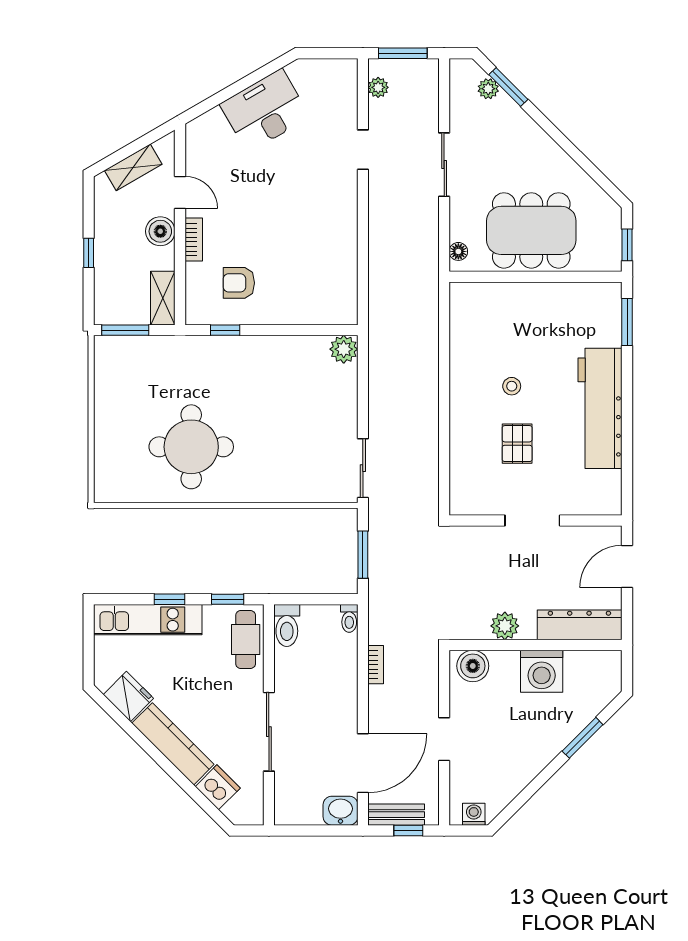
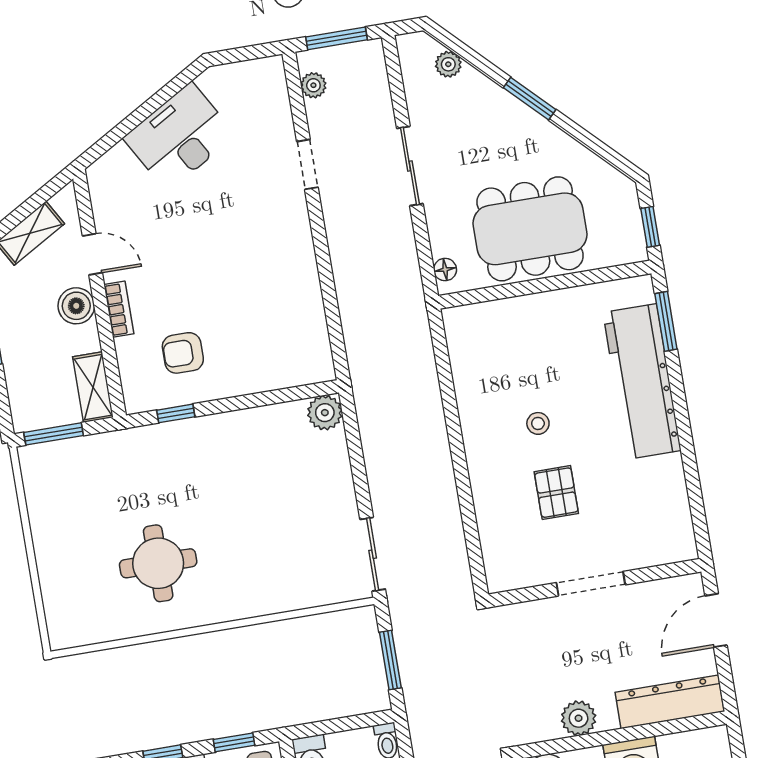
window: (508, 87) -> (530, 99), moved
workbench: (600, 408) -> (642, 381), moved
round table: (191, 447) -> (158, 563), width x0.73, depth x0.73

